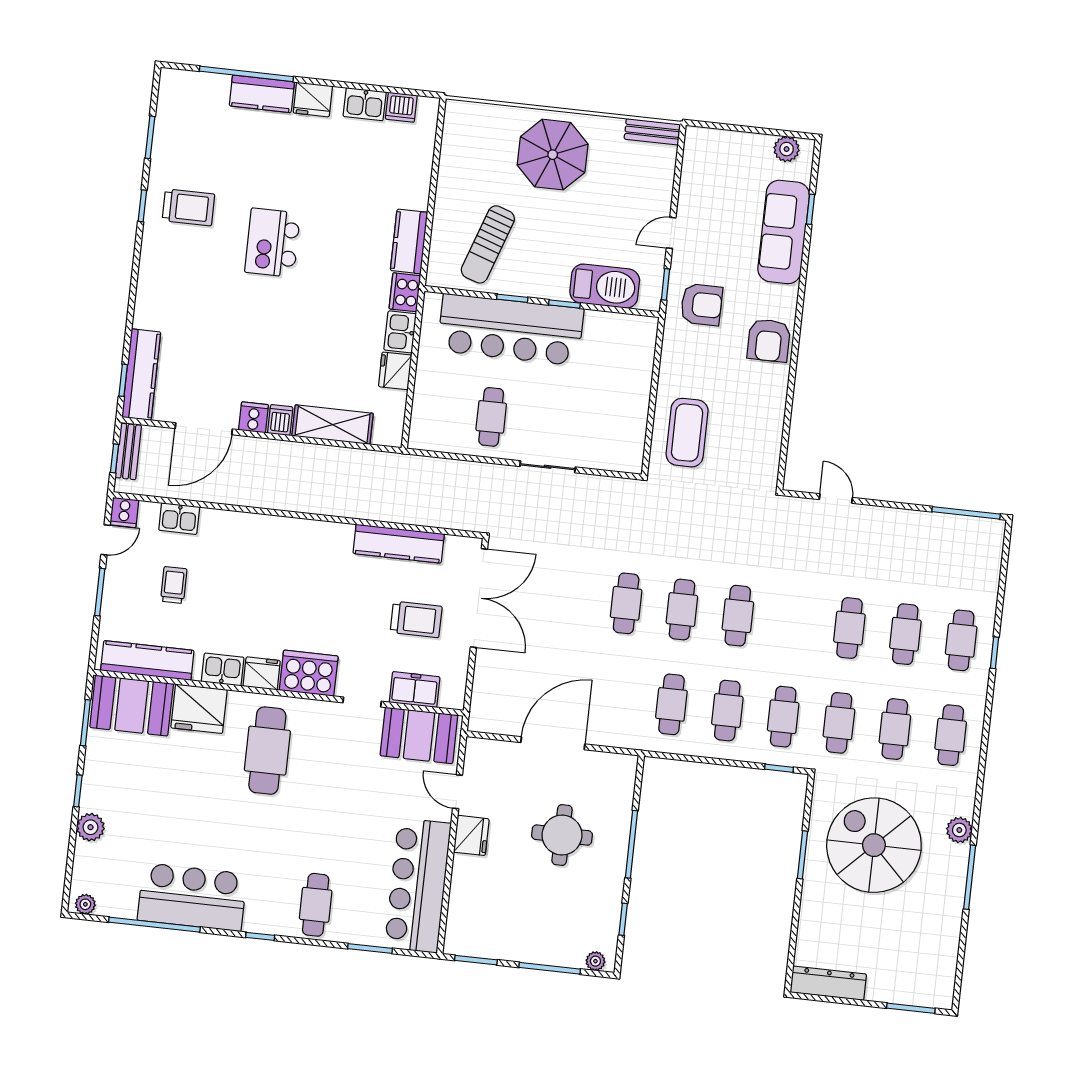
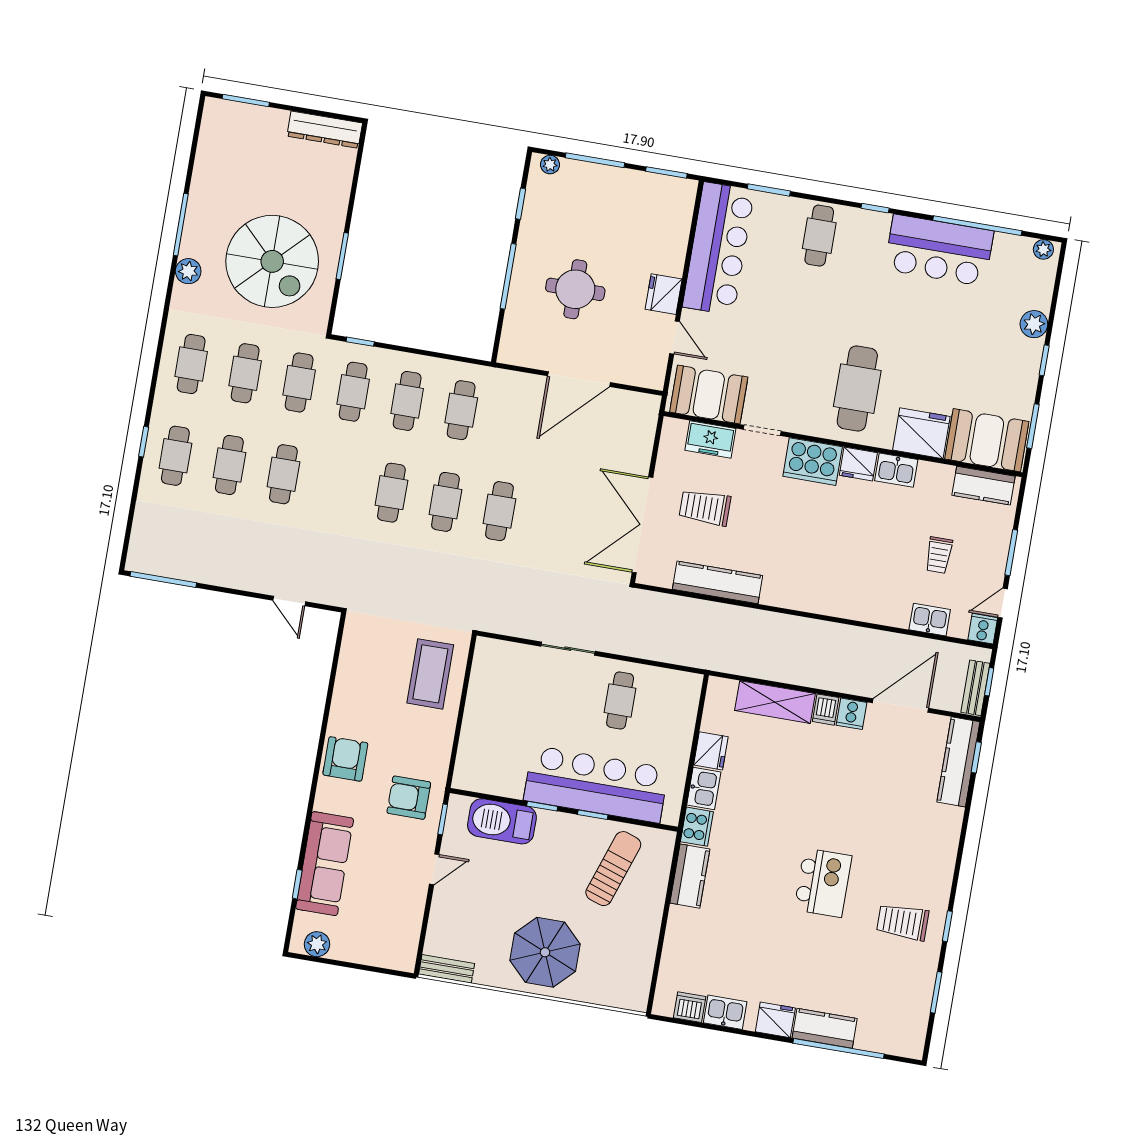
kitchen counter: (147, 660) -> (984, 486), width x0.67

